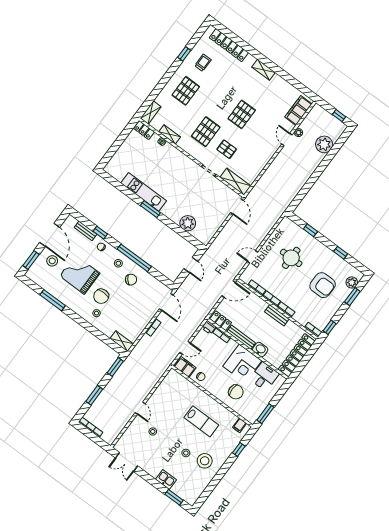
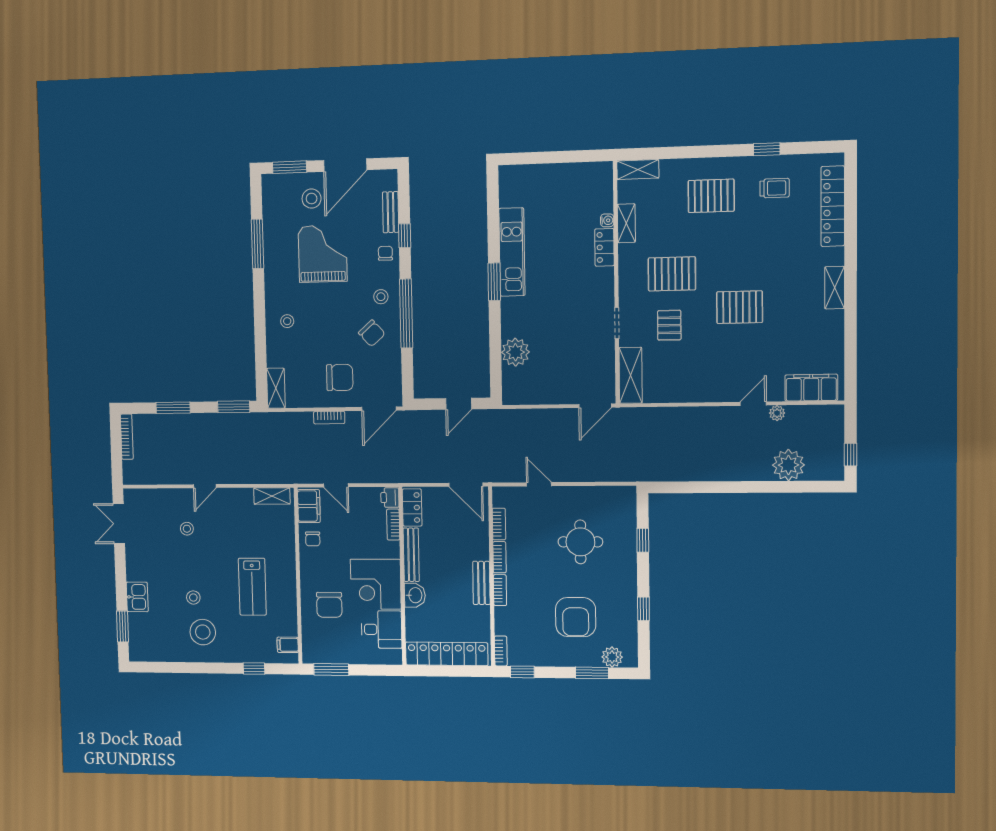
locker: (144, 130) -> (604, 247), moved
chair: (101, 296) -> (340, 377), moved, turned 180
shelving: (168, 380) -> (272, 496), added

